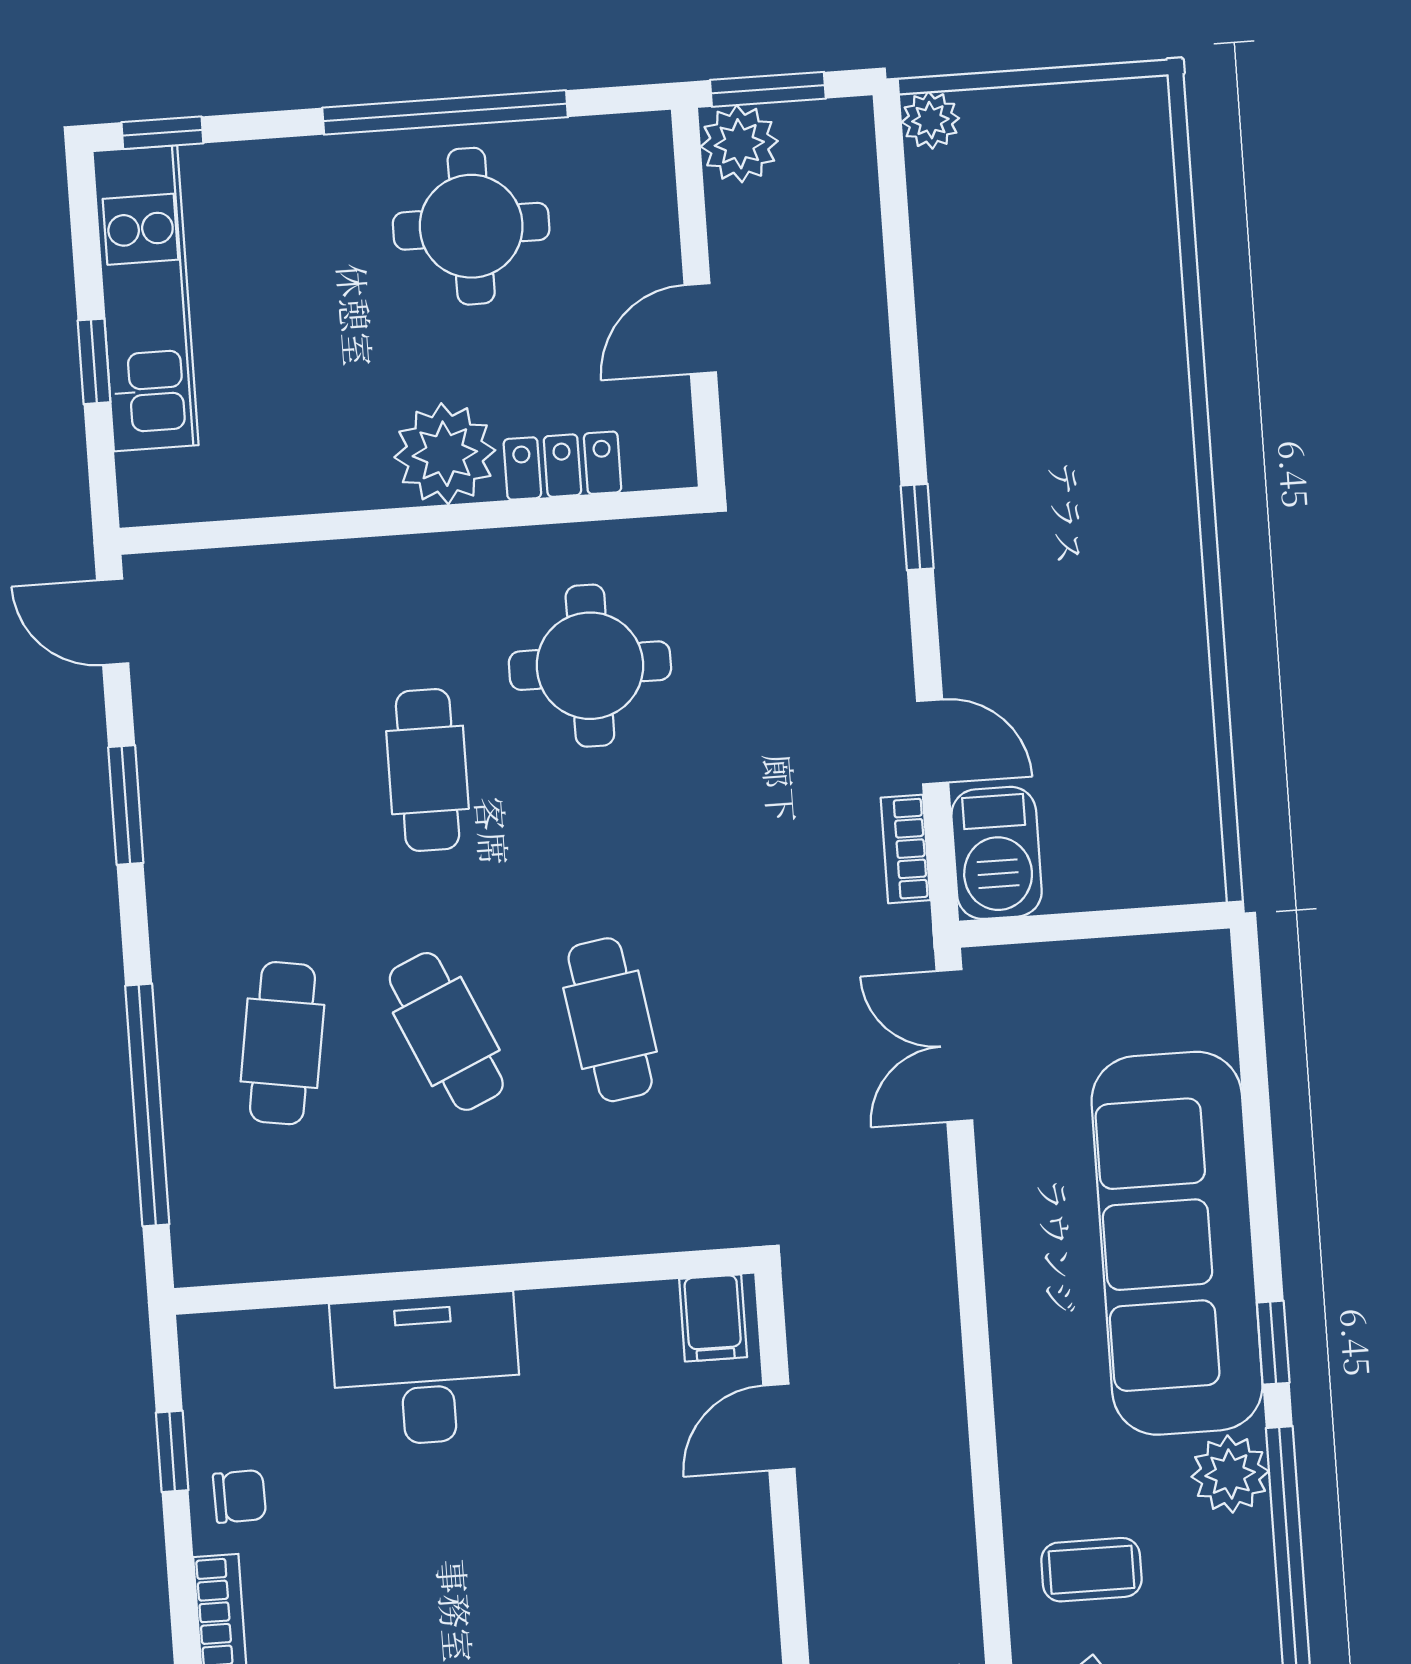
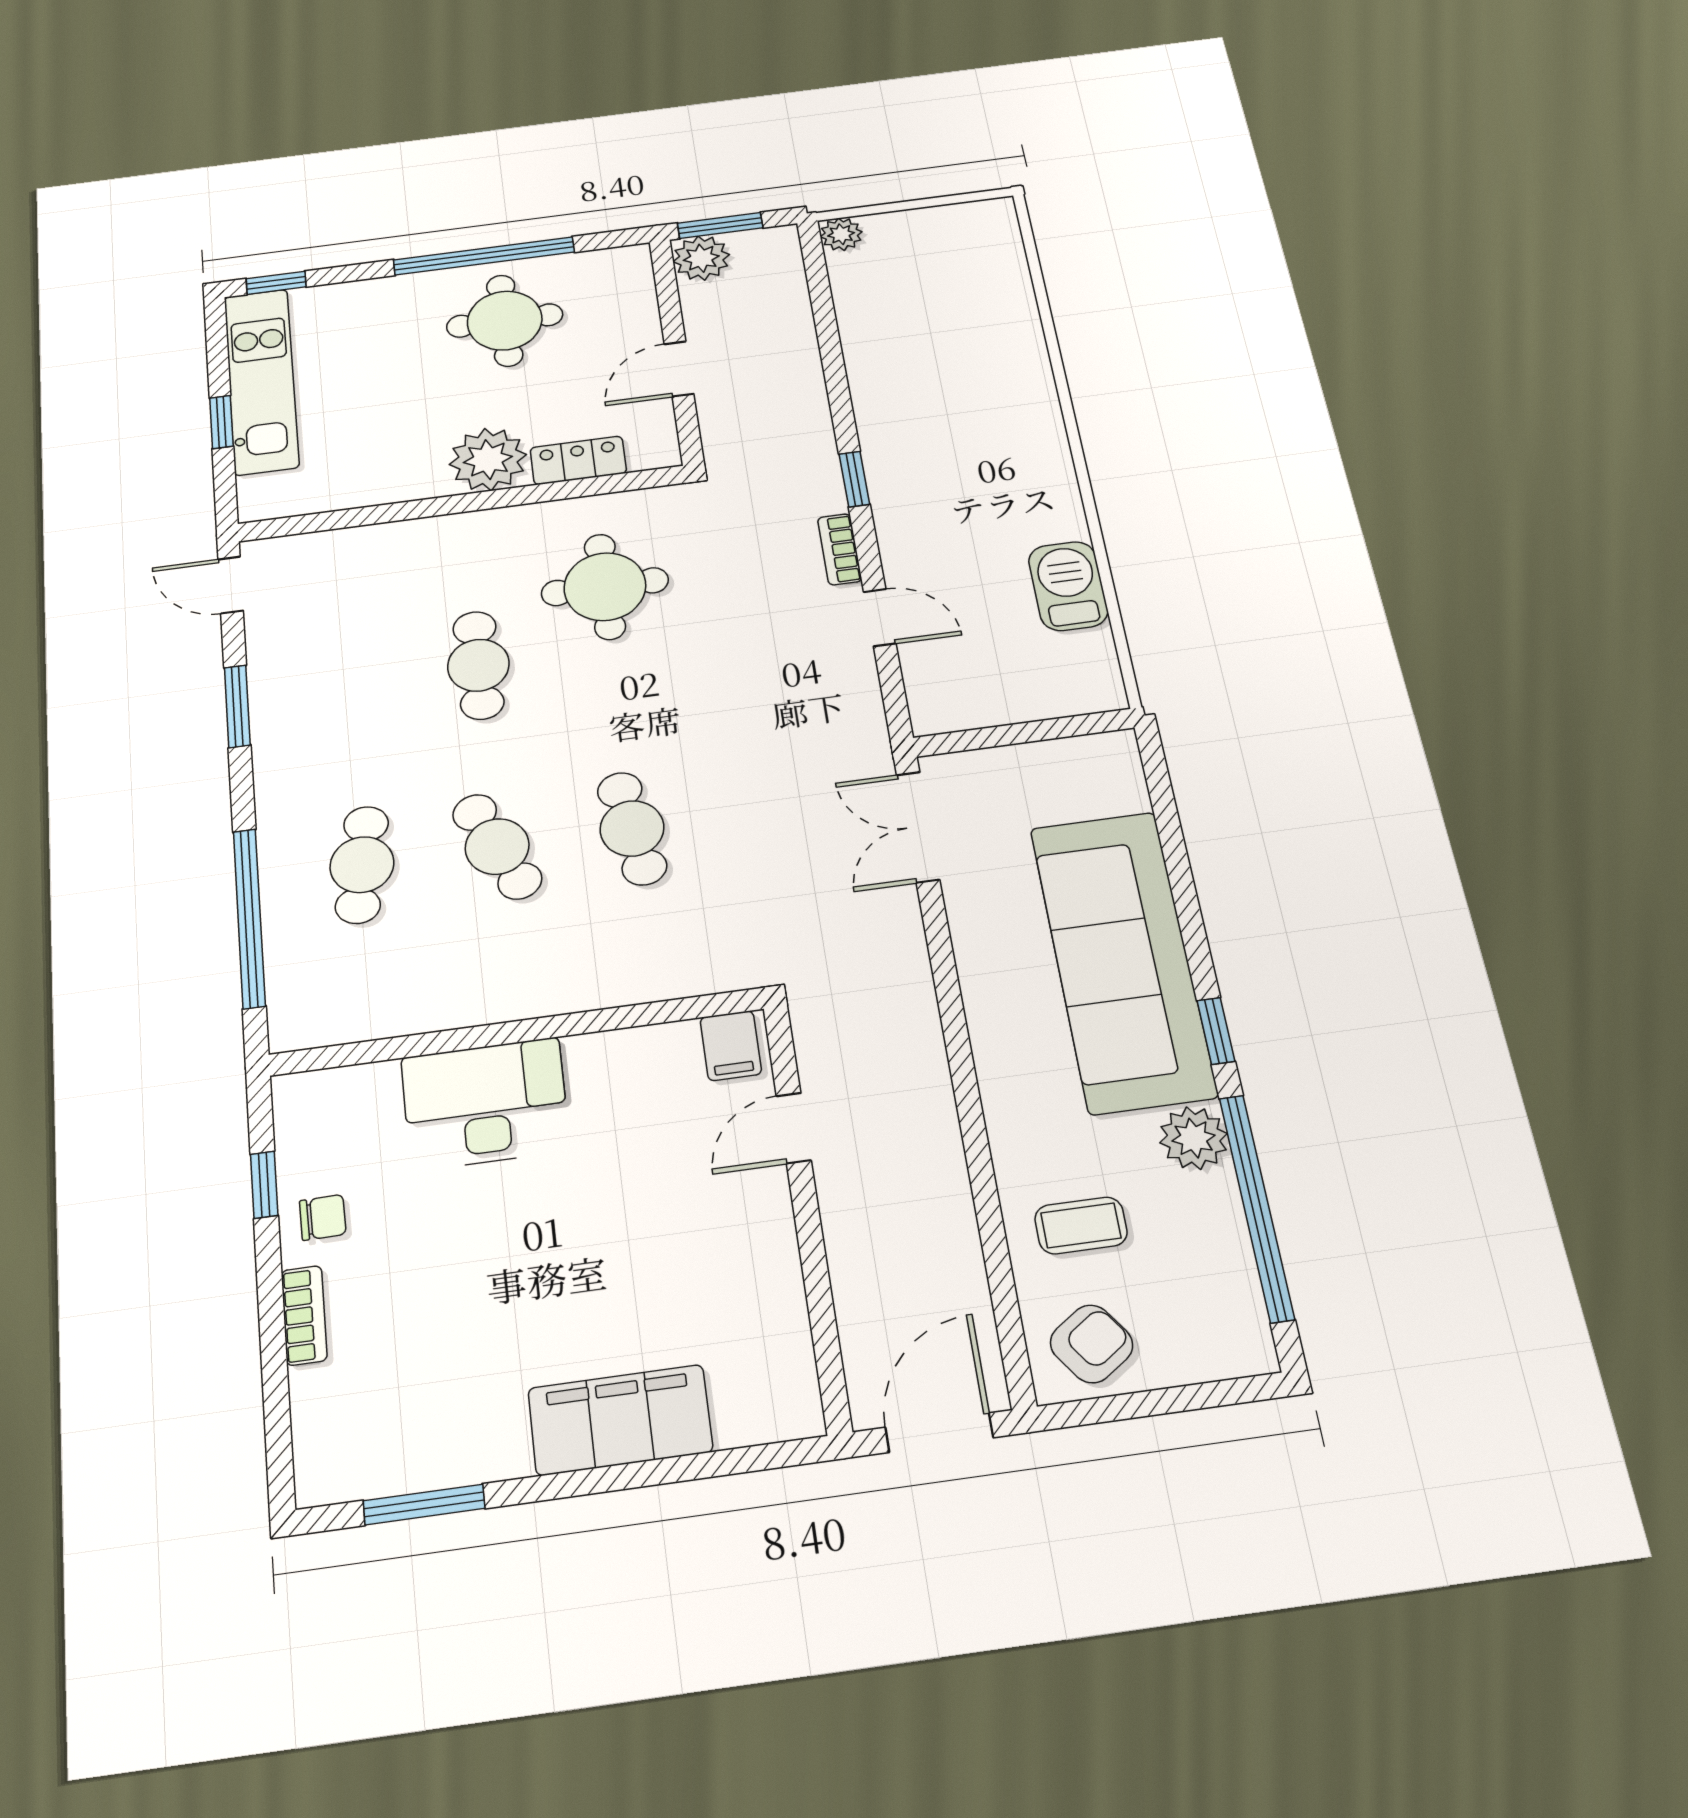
bookcase: (906, 849) -> (840, 549), moved
barbecue: (997, 853) -> (1068, 586), moved, turned 180

